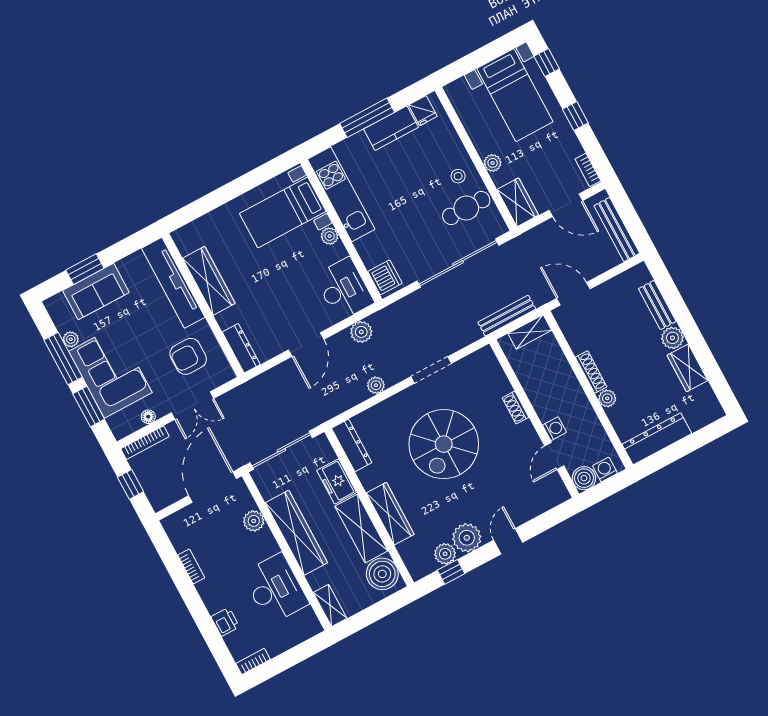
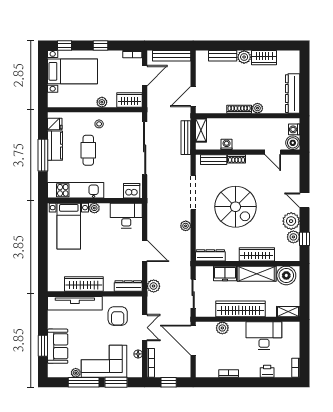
cafe table: (466, 208) -> (88, 150), moved
plant: (361, 332) -> (154, 286), moved
doorway: (431, 370) -> (193, 193), width x1.36
bench: (496, 374) -> (214, 160), added
washing machine: (554, 429) -> (227, 144), moved
sliding door: (281, 450) -> (193, 294), width x0.73

